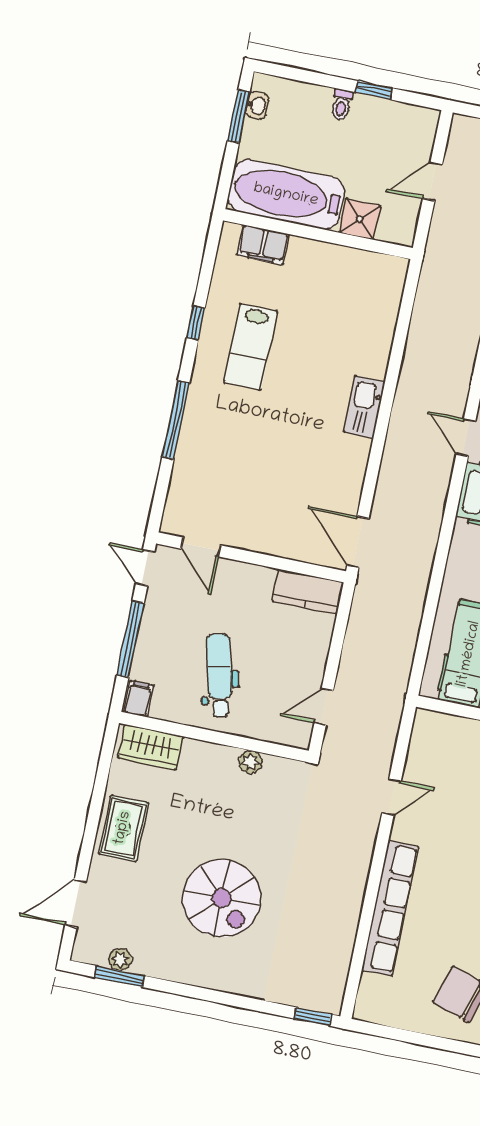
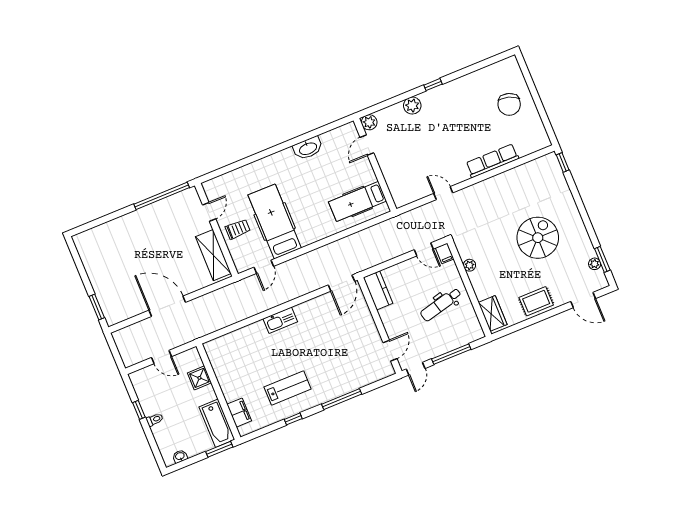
window: (239, 116) -> (219, 449), moved
bathtub: (286, 195) -> (217, 423), width x0.73, depth x0.73
filing cabinet: (139, 699) -> (445, 253), moved, turned -90
row of seats: (390, 908) -> (492, 161), width x0.73

